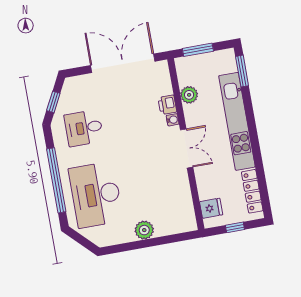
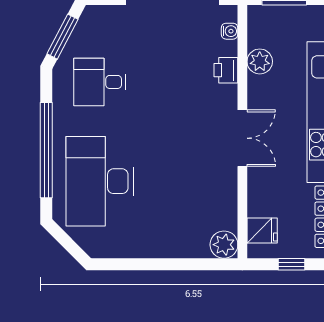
window: (53, 102) -> (62, 37), width x1.50
water cooler: (173, 120) -> (230, 31), moved
plant: (144, 230) -> (224, 245), moved

